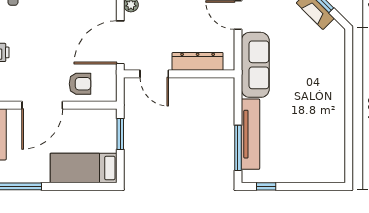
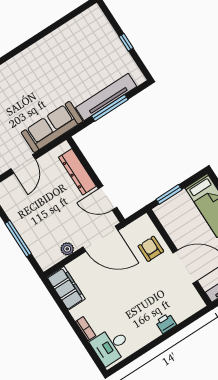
door: (154, 74) -> (108, 198), swing flipped
window: (238, 148) -> (110, 108), moved
window: (266, 186) -> (126, 42), moved

